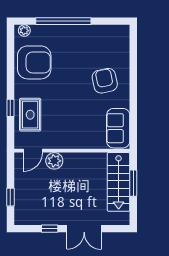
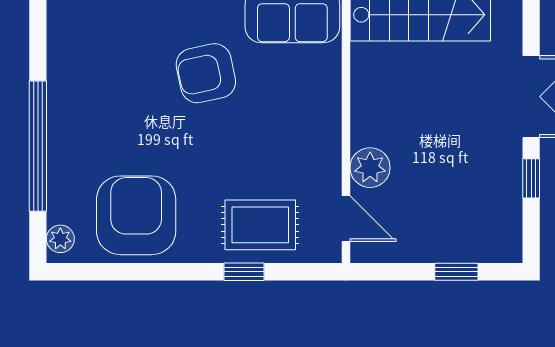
armchair: (105, 81) -> (206, 73), moved

